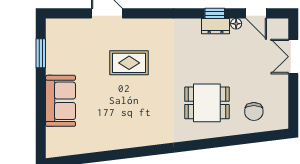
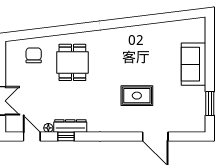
dresser: (216, 26) -> (70, 126), width x1.44
dining table: (207, 103) -> (72, 62), turned 90

